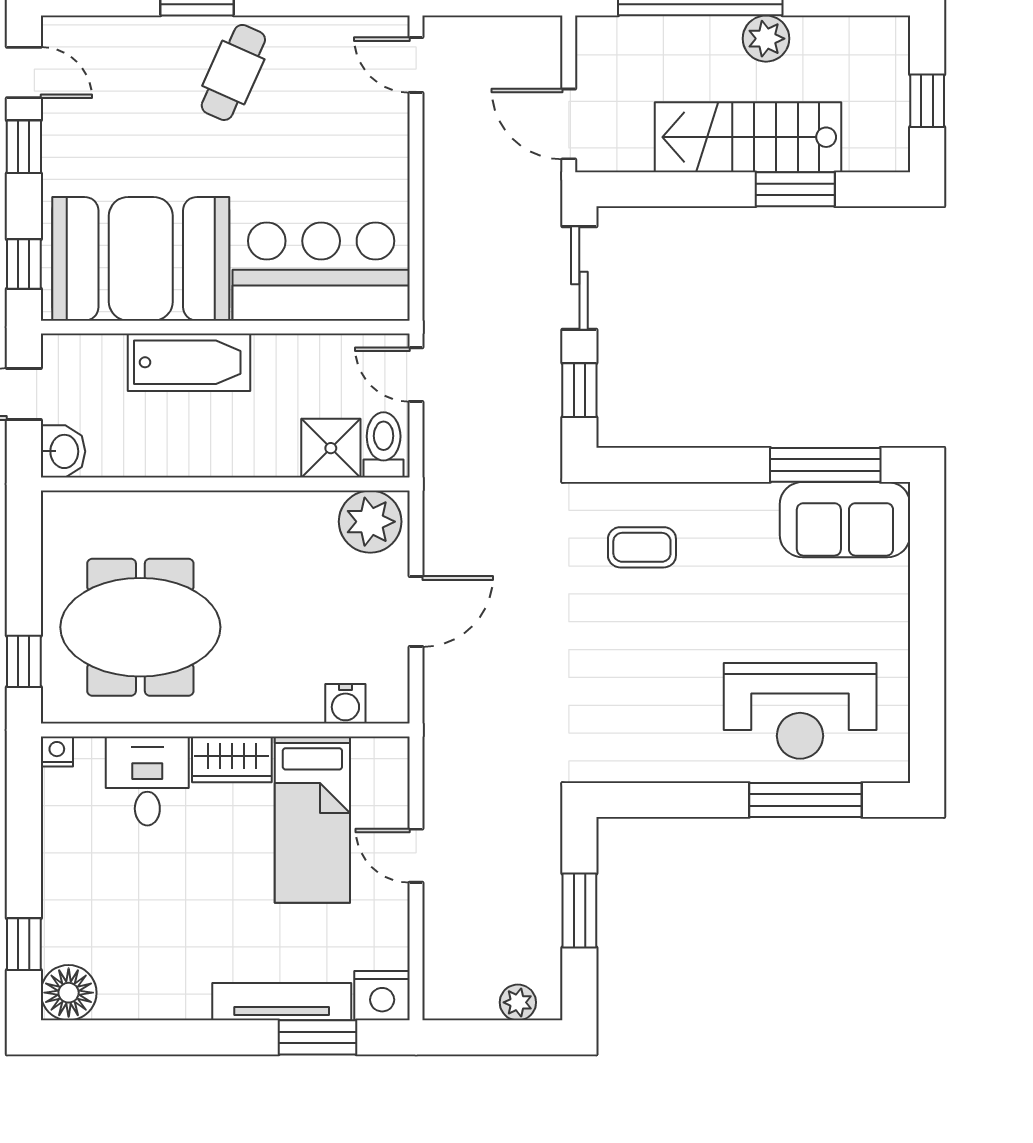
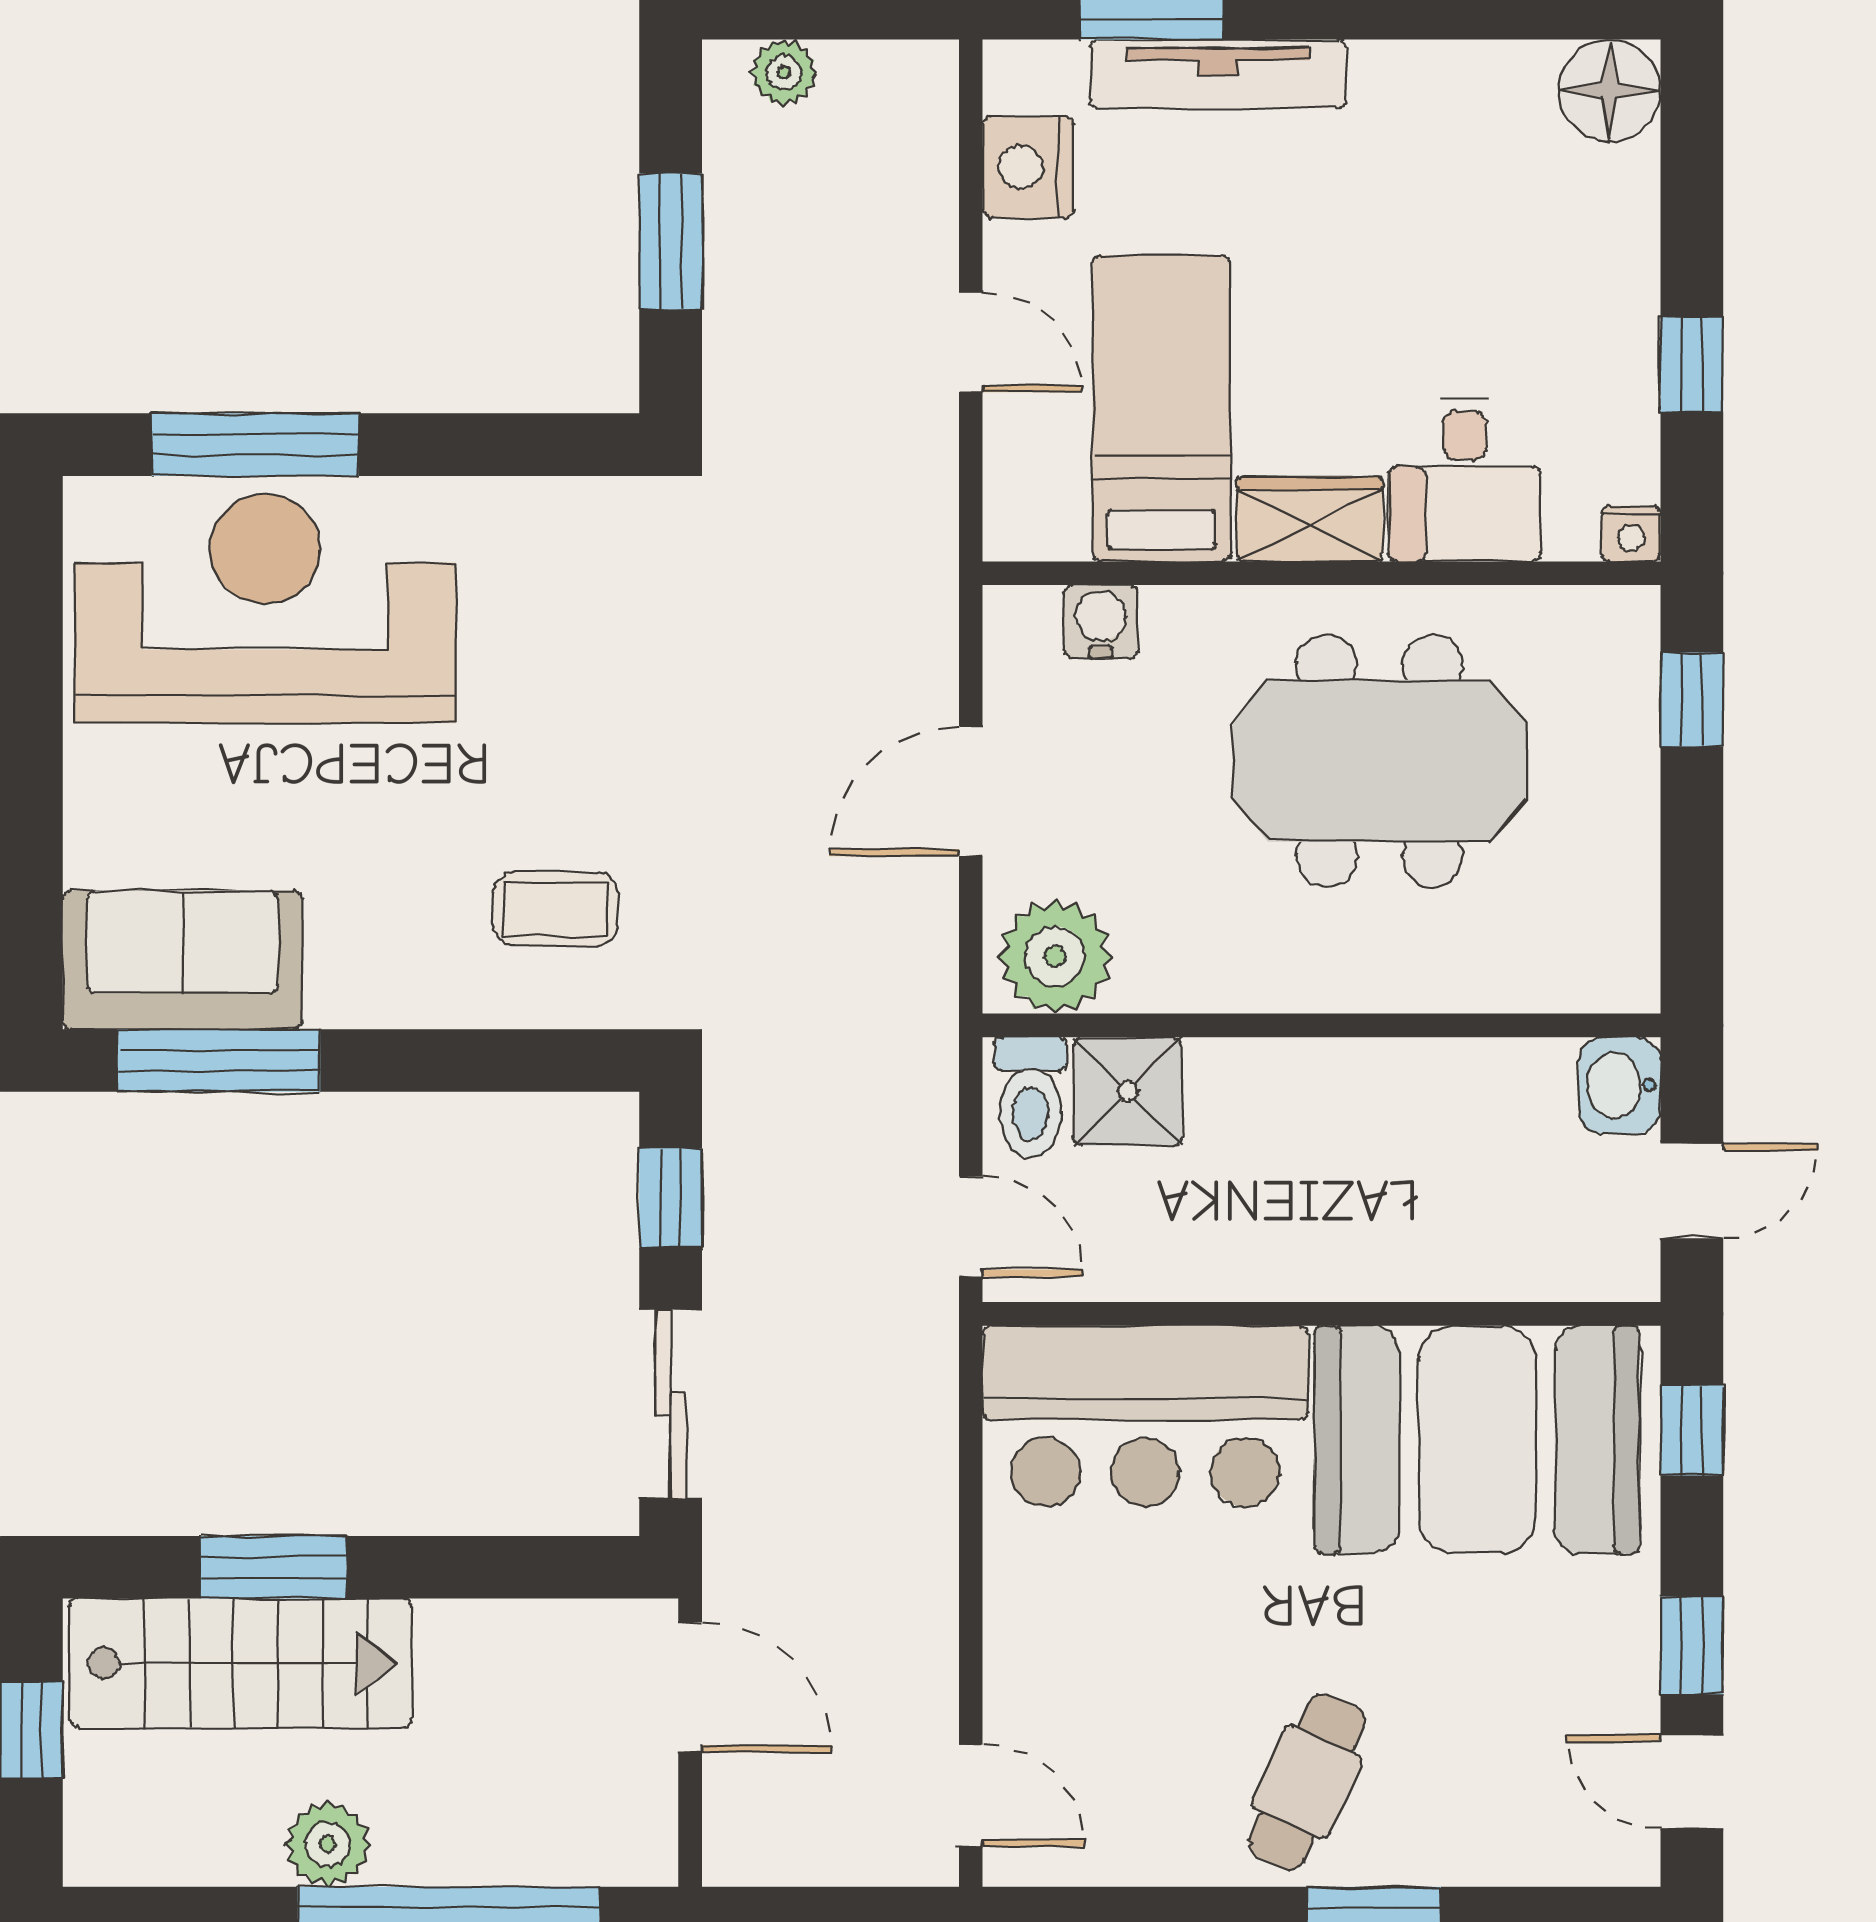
stairs: (748, 137) -> (241, 1663), moved
bathtub: (189, 362) -> (1388, 1249), removed
meeting table: (140, 627) -> (1380, 761), moved
reception desk: (800, 711) -> (265, 609), width x1.36, depth x1.30
window: (24, 944) -> (1692, 365), moved
nightstand: (382, 996) -> (1028, 167), moved, turned -90

